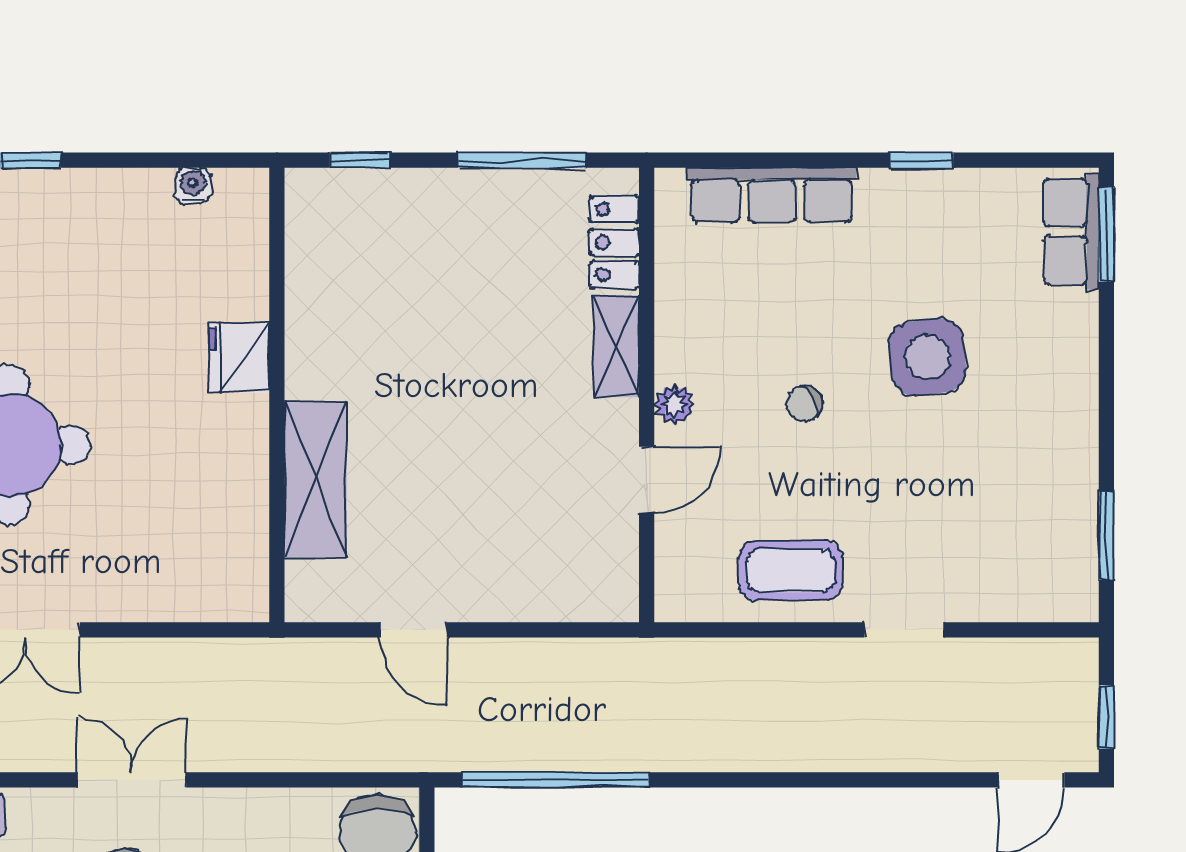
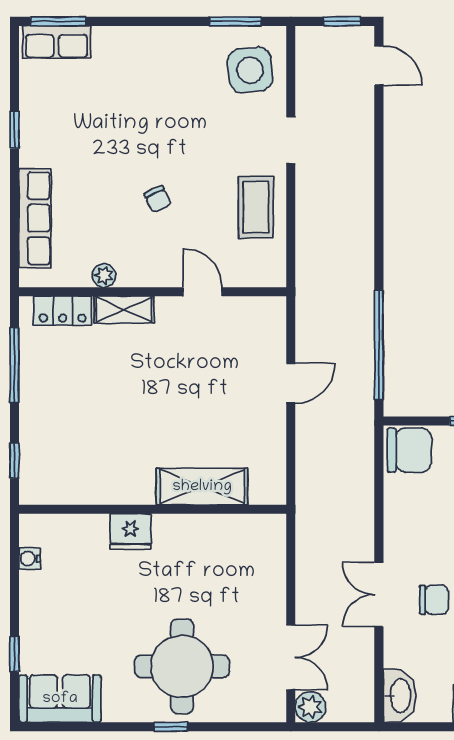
side table: (927, 357) -> (250, 70), moved
plant: (674, 405) -> (104, 276), moved
door: (413, 630) -> (291, 383), moved

